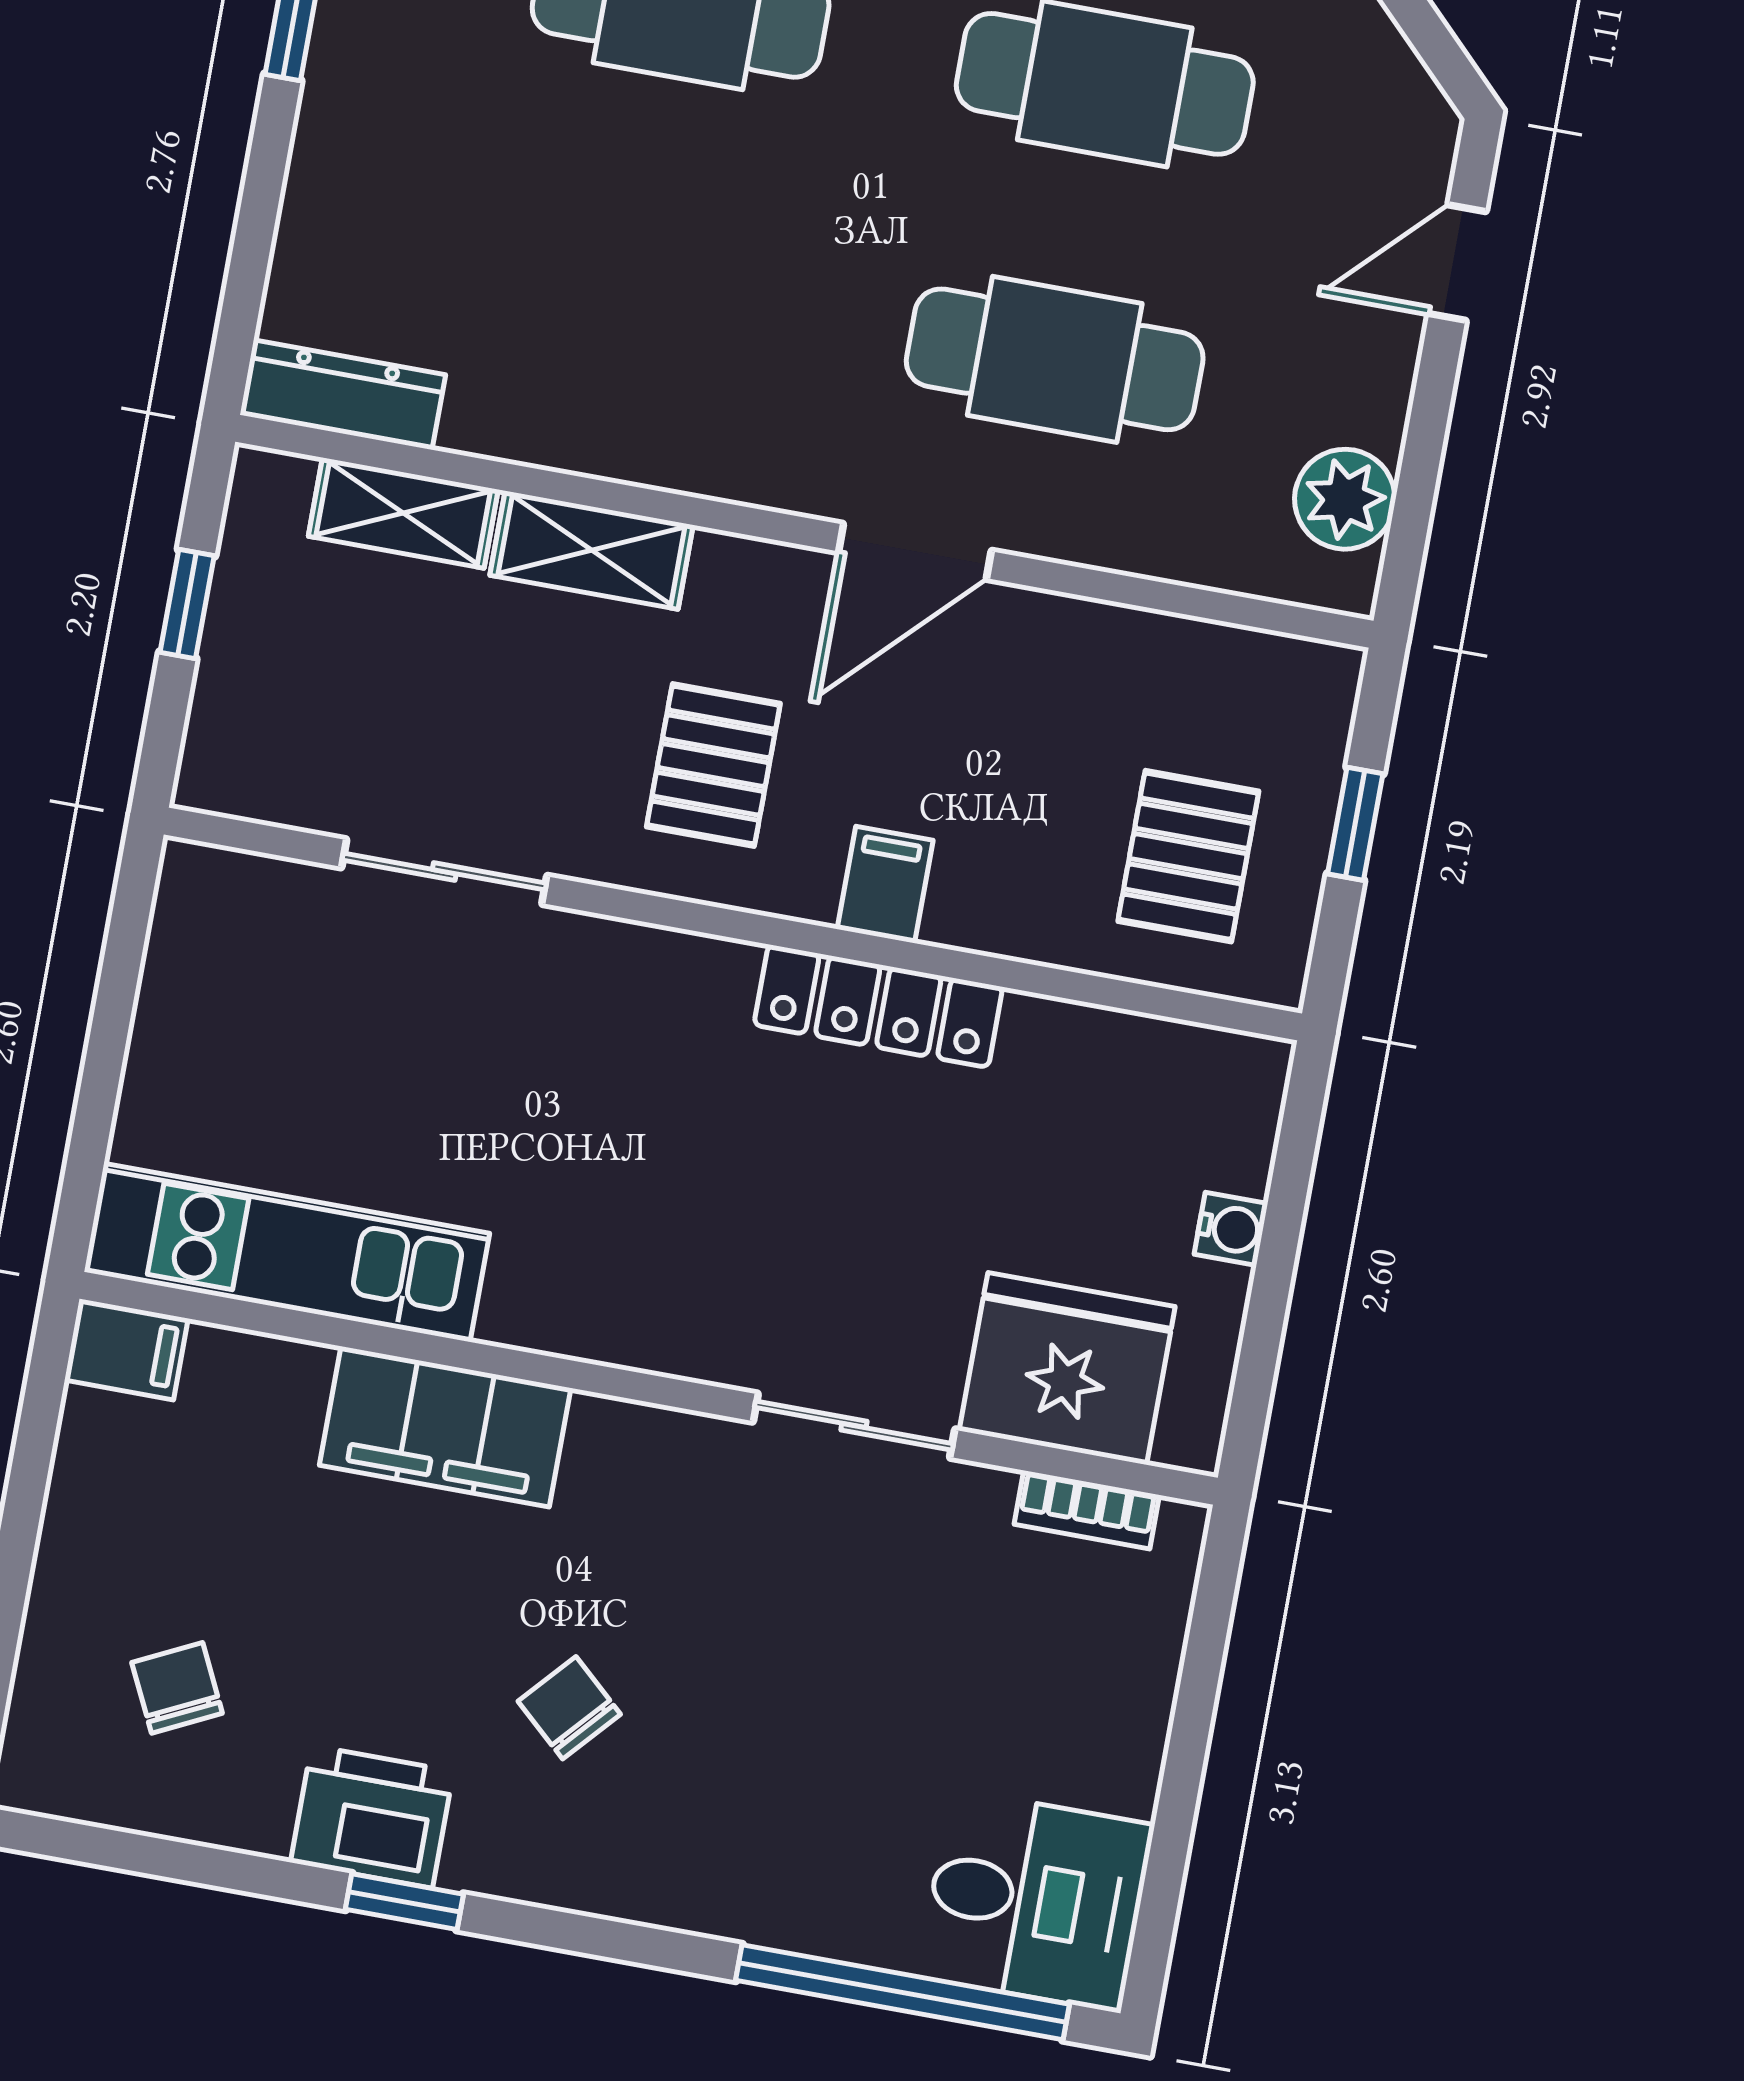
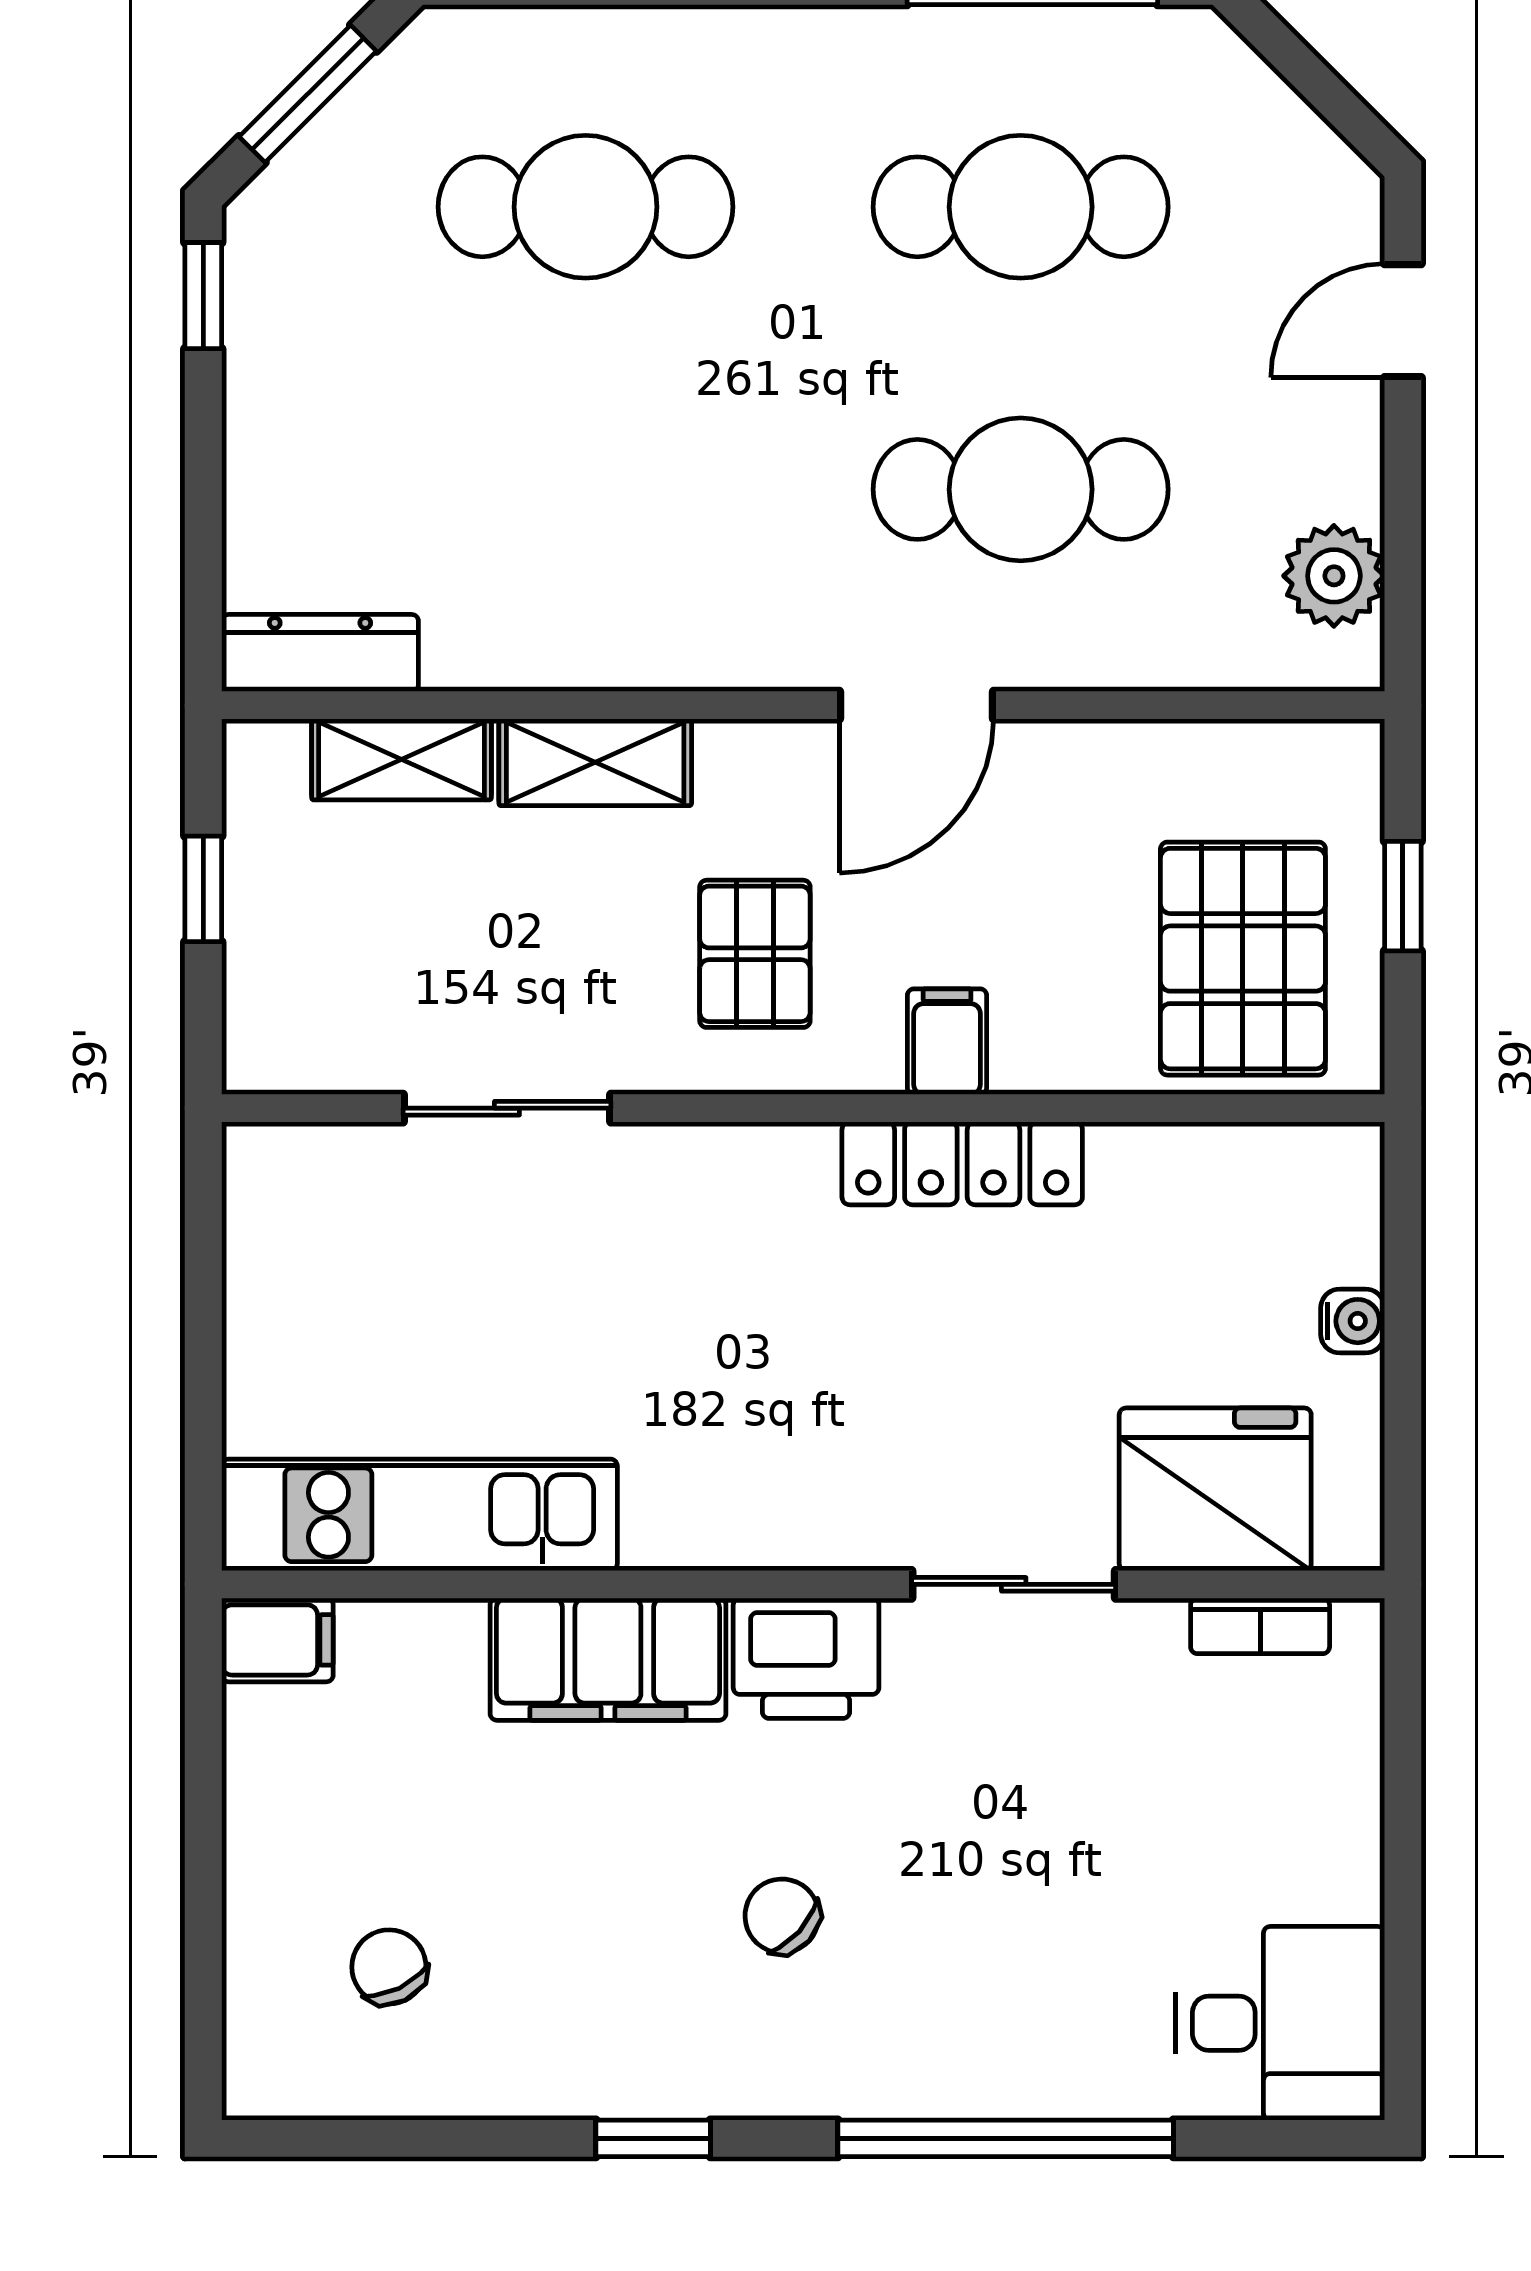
pallet: (1188, 856) -> (1243, 959), width x1.50, depth x1.42
printer: (372, 1817) -> (806, 1658), moved, turned 180
window: (903, 1992) -> (1006, 2138), moved

